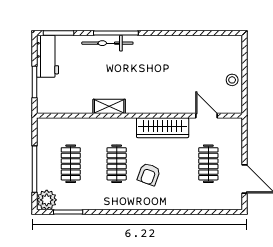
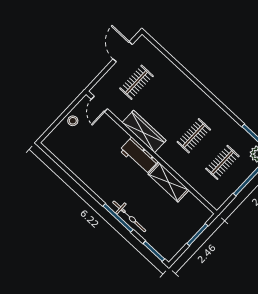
workbench: (48, 56) -> (139, 156), moved, turned -90
shelving: (109, 106) -> (169, 182), width x1.50, depth x1.33
door: (207, 116) -> (99, 104), moved
armchair: (149, 174) -> (180, 110), removed

